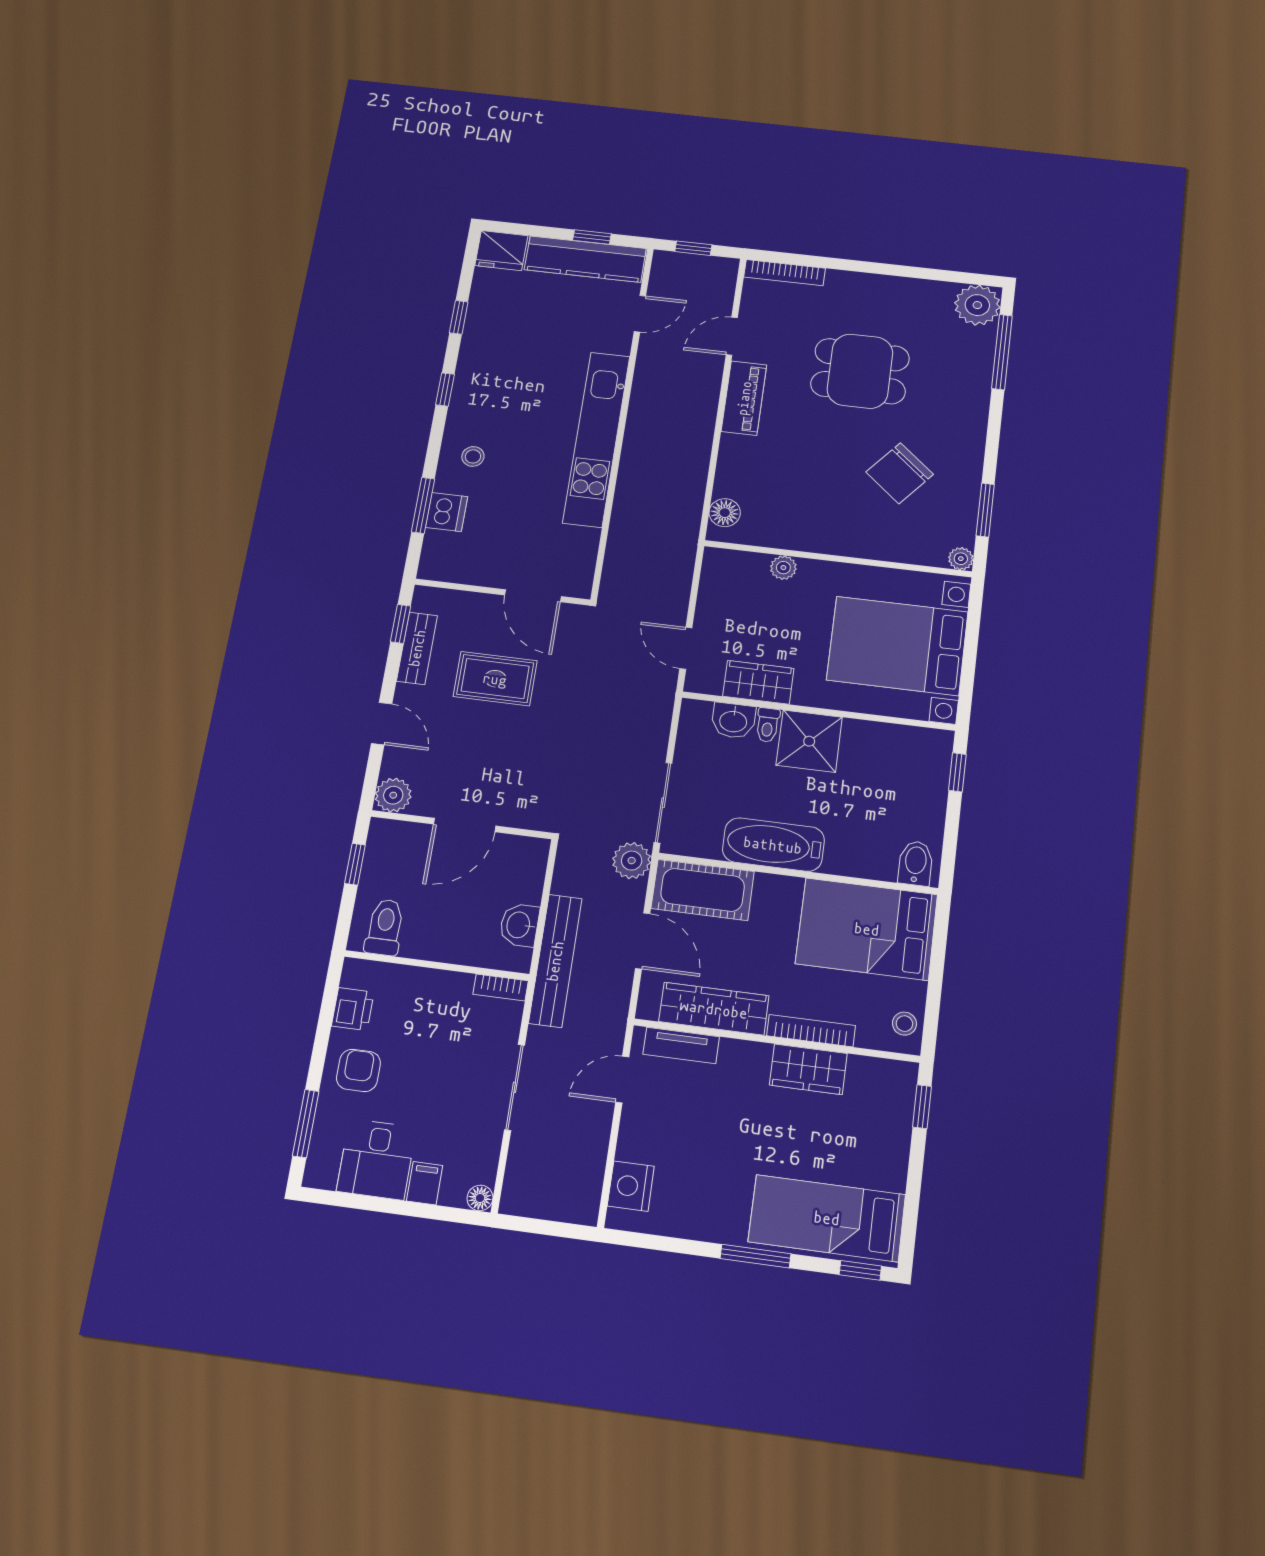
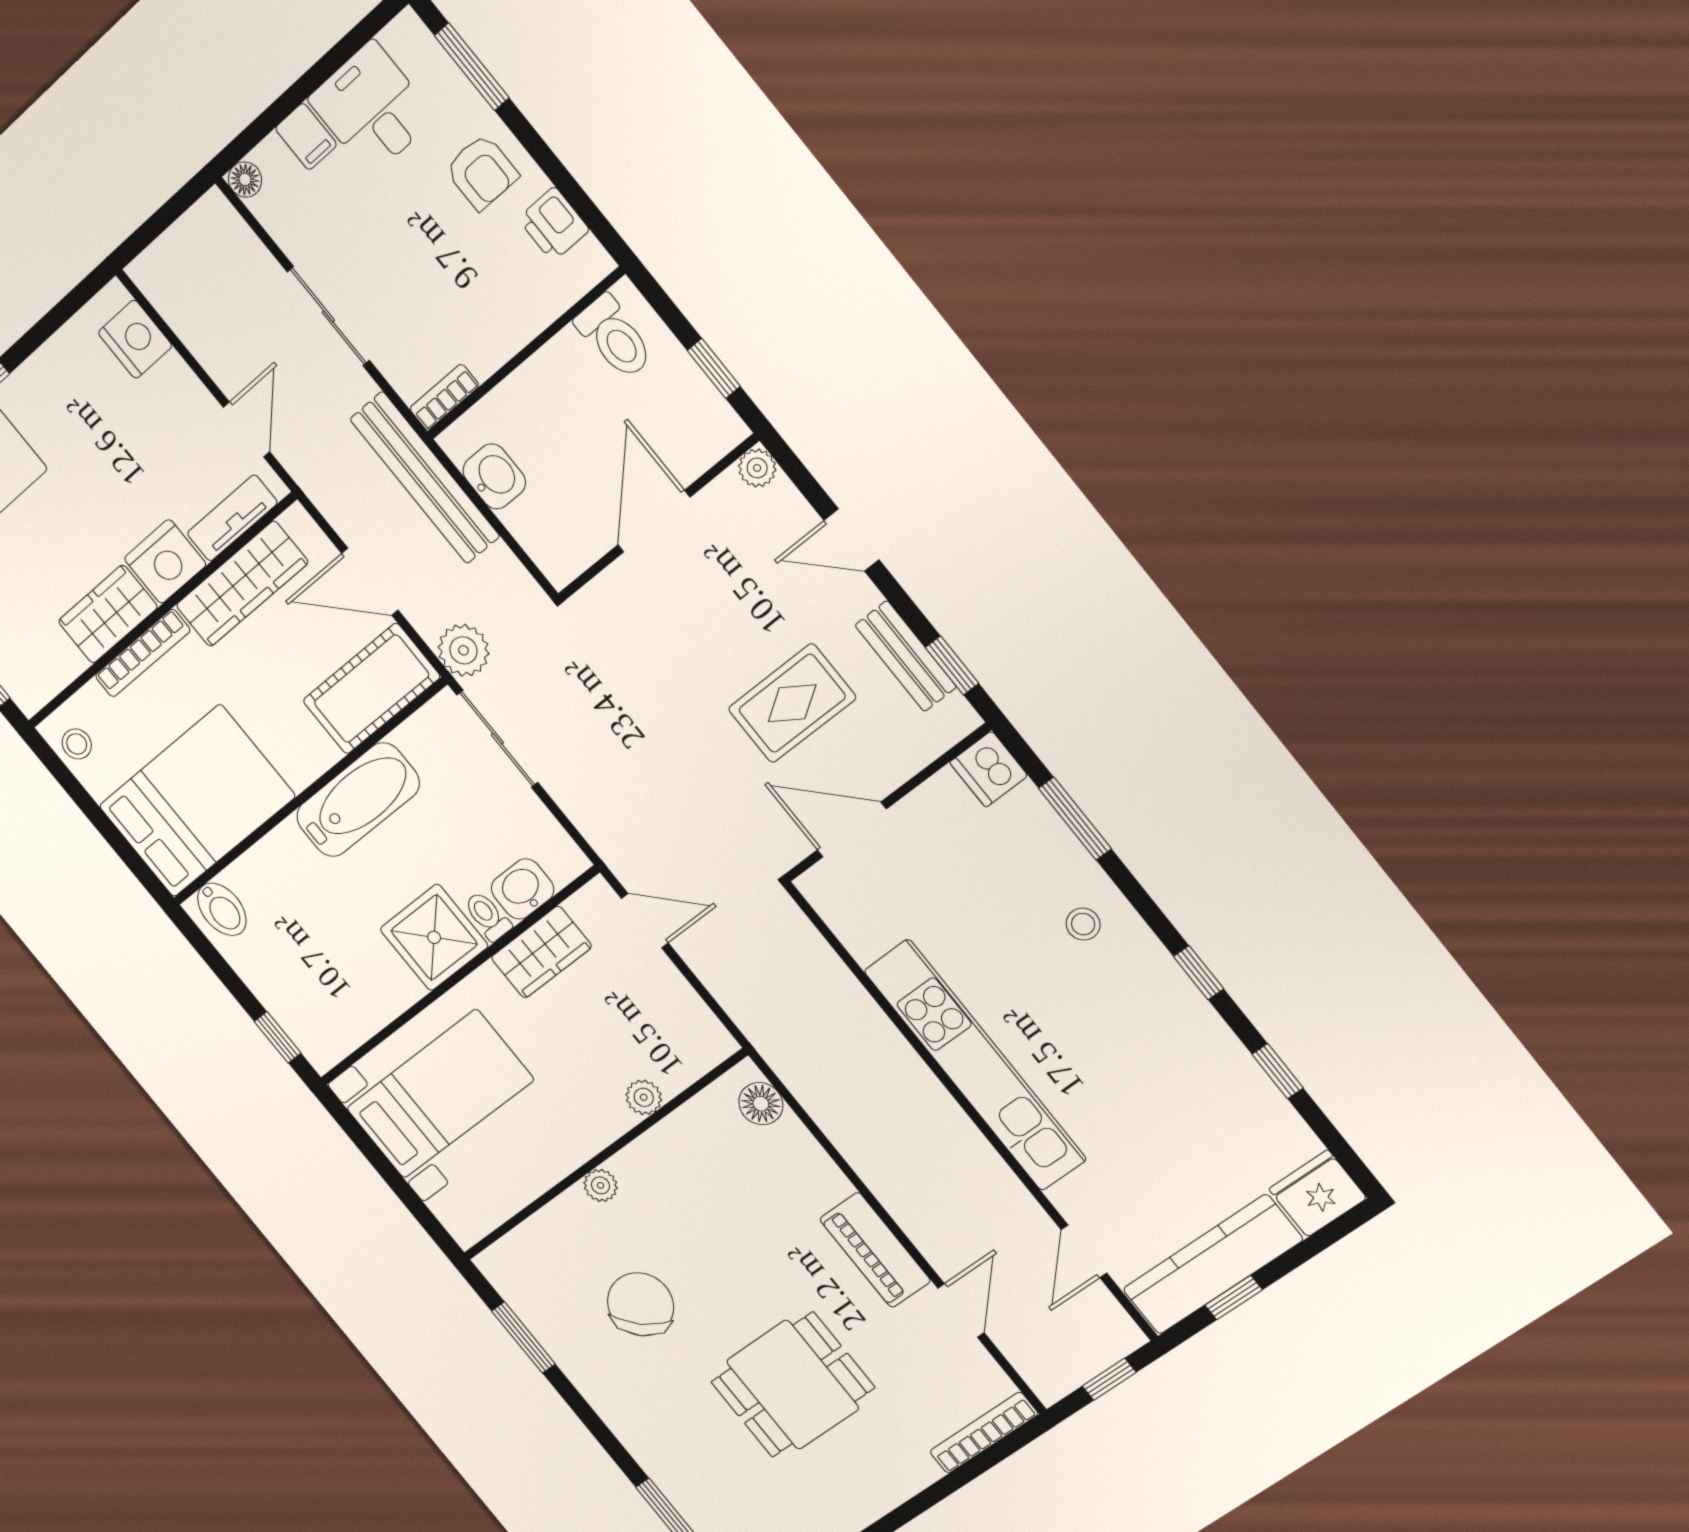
dishwasher: (447, 512) -> (989, 769), moved
plant: (961, 559) -> (601, 1185), moved
bed with nightstands: (897, 646) -> (440, 1094), width x0.73
plant: (393, 795) -> (757, 468), width x0.73, depth x0.73
nightstand: (744, 1062) -> (165, 561), added

